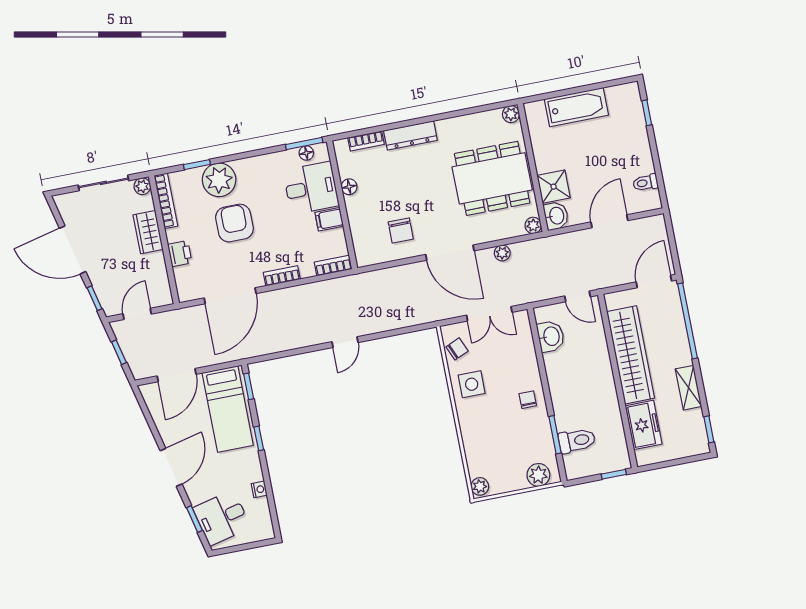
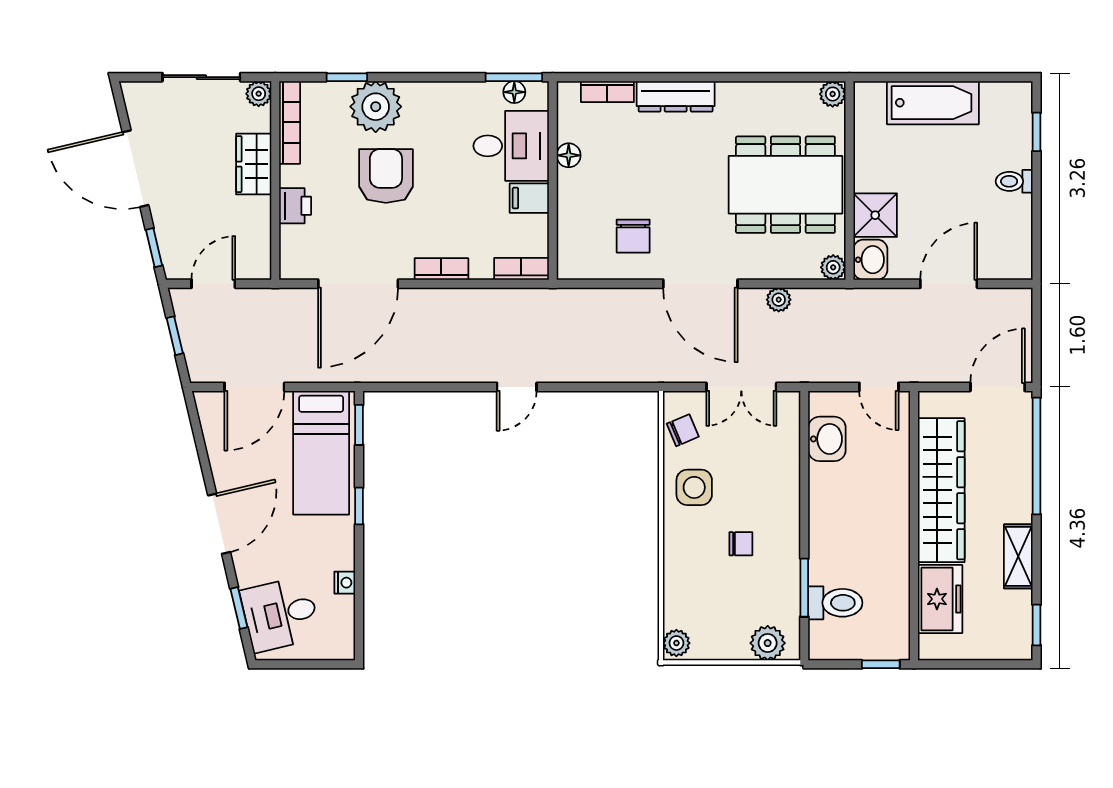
toilet: (646, 183) -> (1014, 181), moved
chair: (528, 400) -> (741, 544), moved, turned 90

